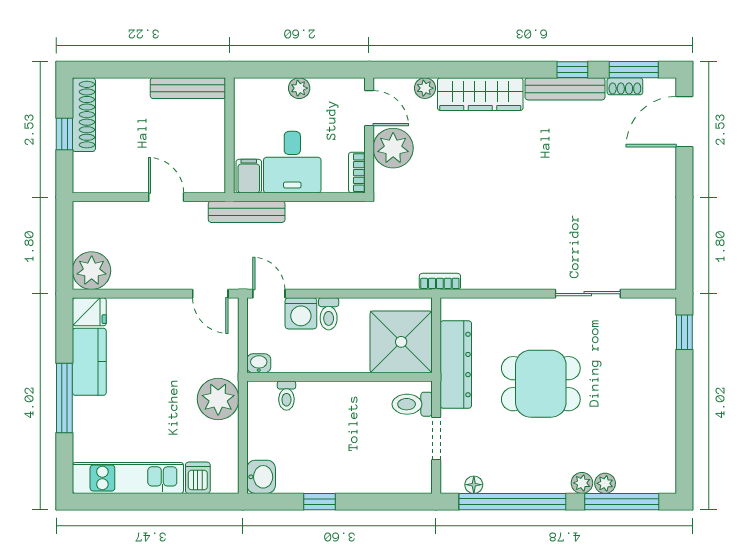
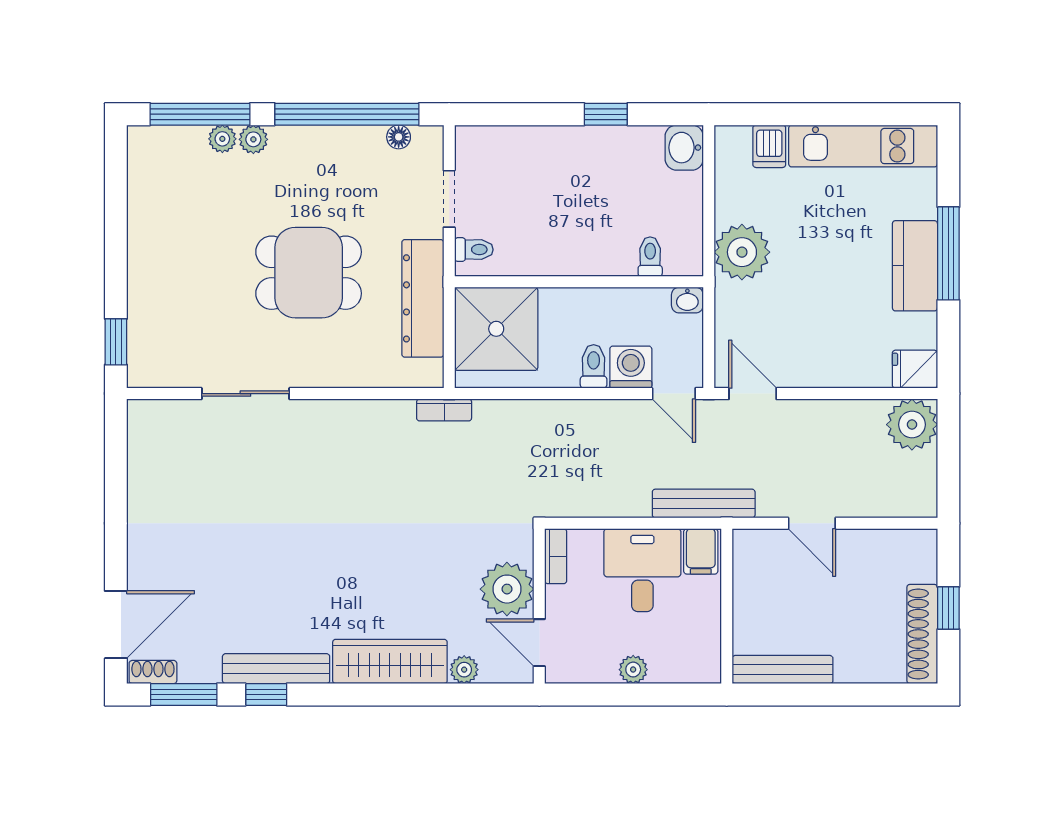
shoe rack: (625, 86) -> (153, 672), moved
kitchen counter: (89, 362) -> (915, 266), moved
toilet: (412, 404) -> (474, 250), width x0.73, depth x0.72

